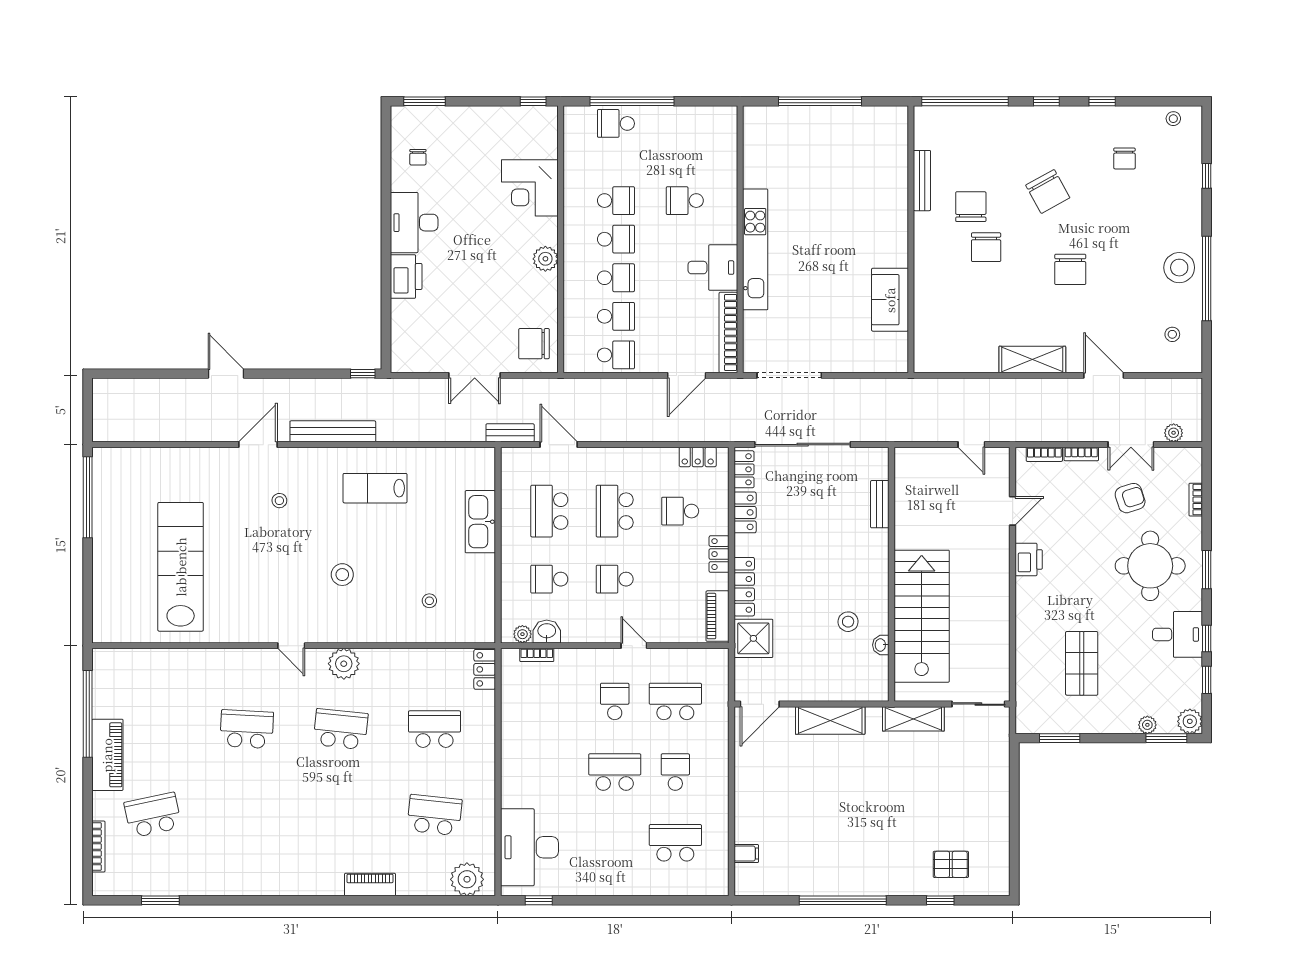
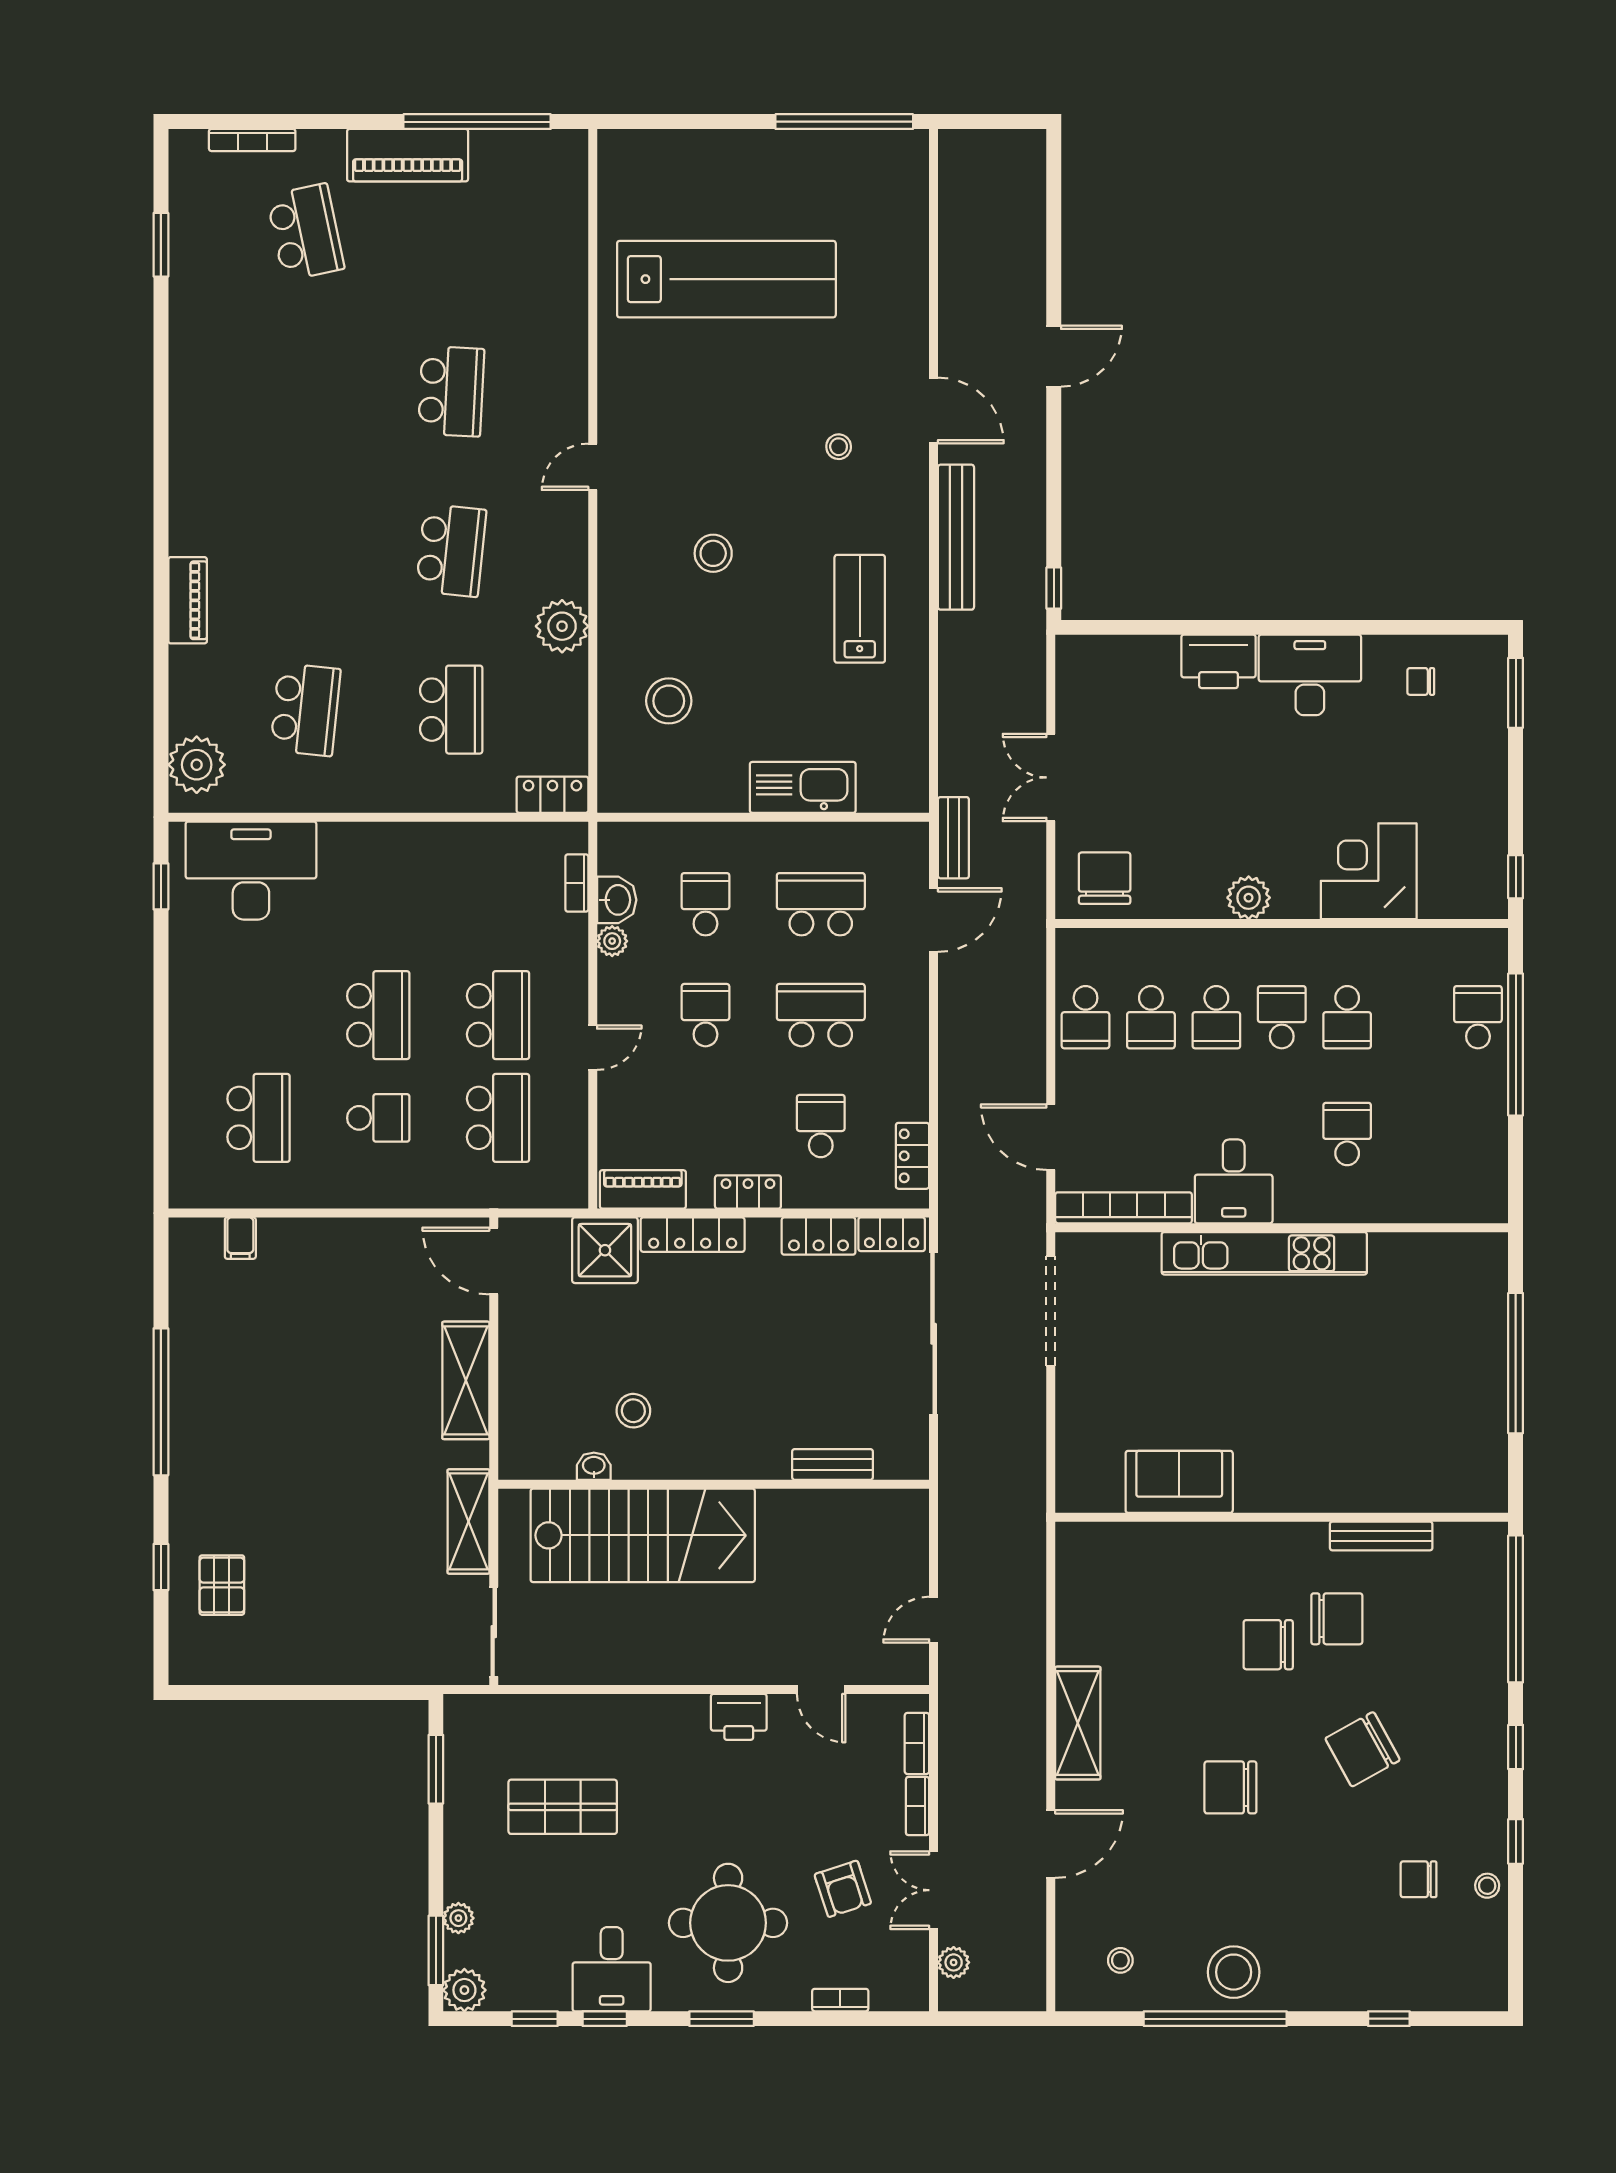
stool: (1173, 119) -> (1487, 1886), moved
school desk: (616, 239) -> (1282, 1017), turned 180
stool: (429, 601) -> (669, 701), width x1.89, depth x1.89
plant: (522, 634) -> (612, 941), moved
plant: (344, 664) -> (562, 626), moved
school desk: (615, 701) -> (498, 1015), width x1.85

